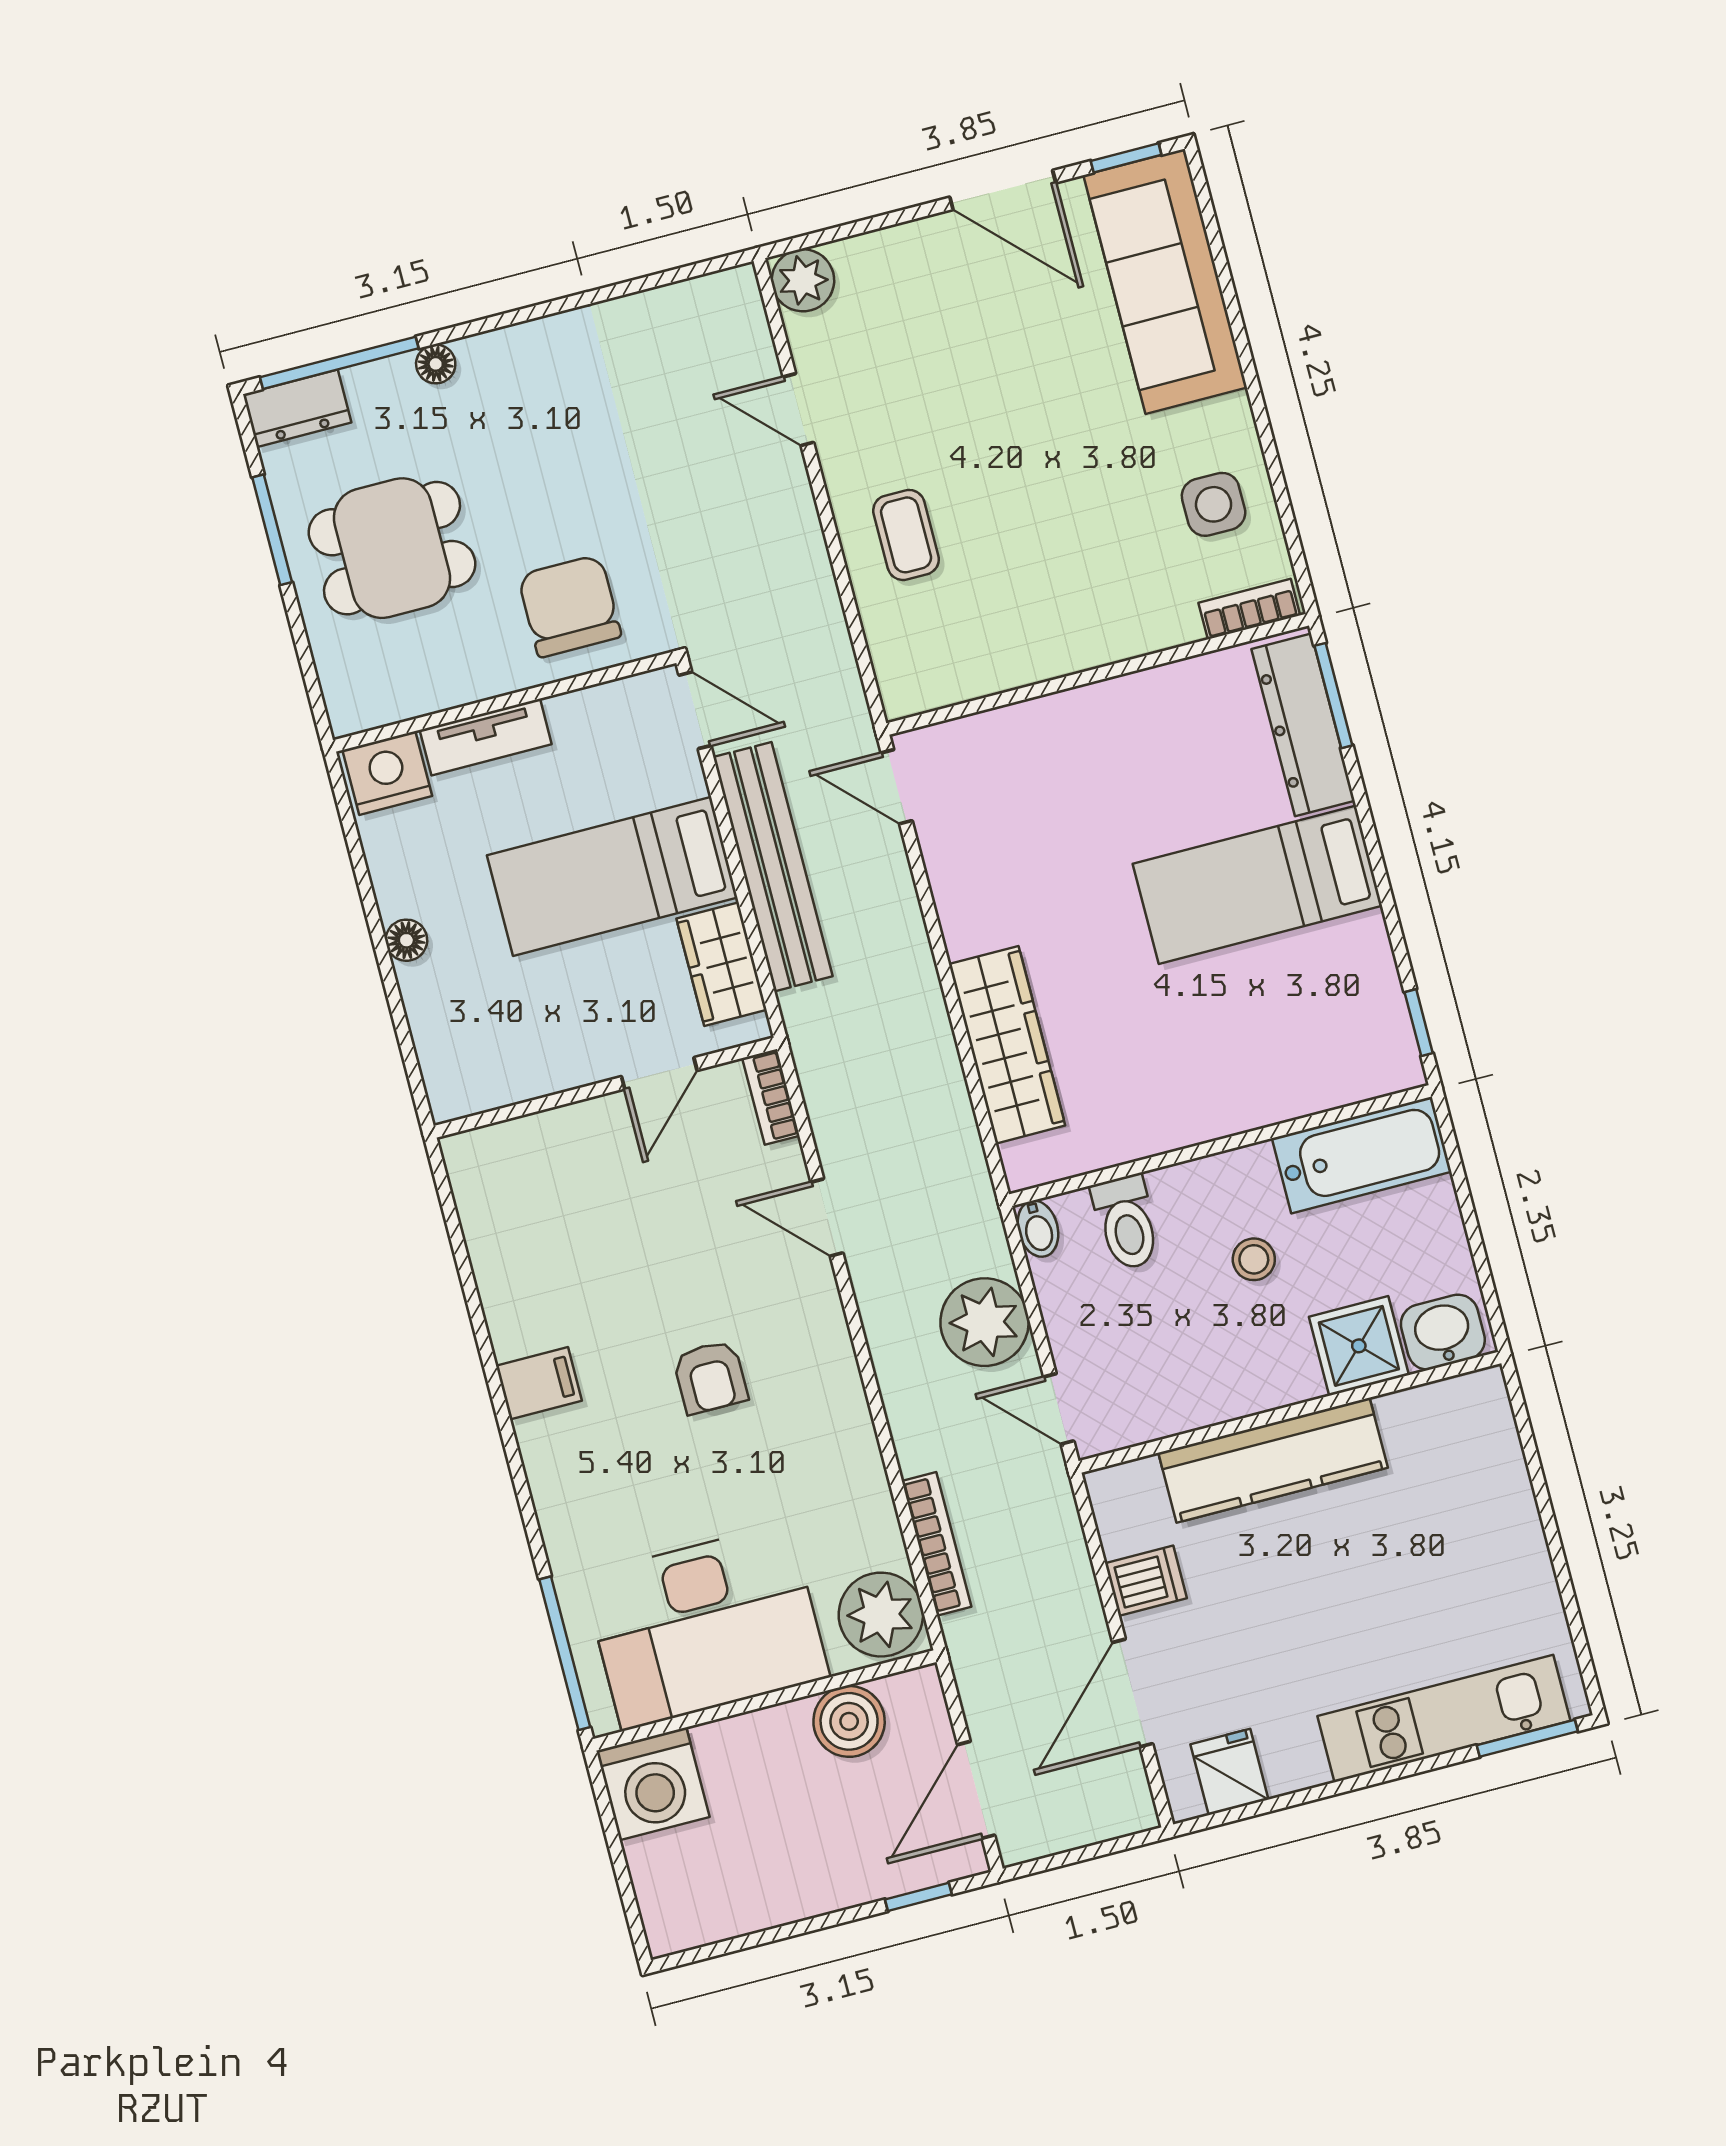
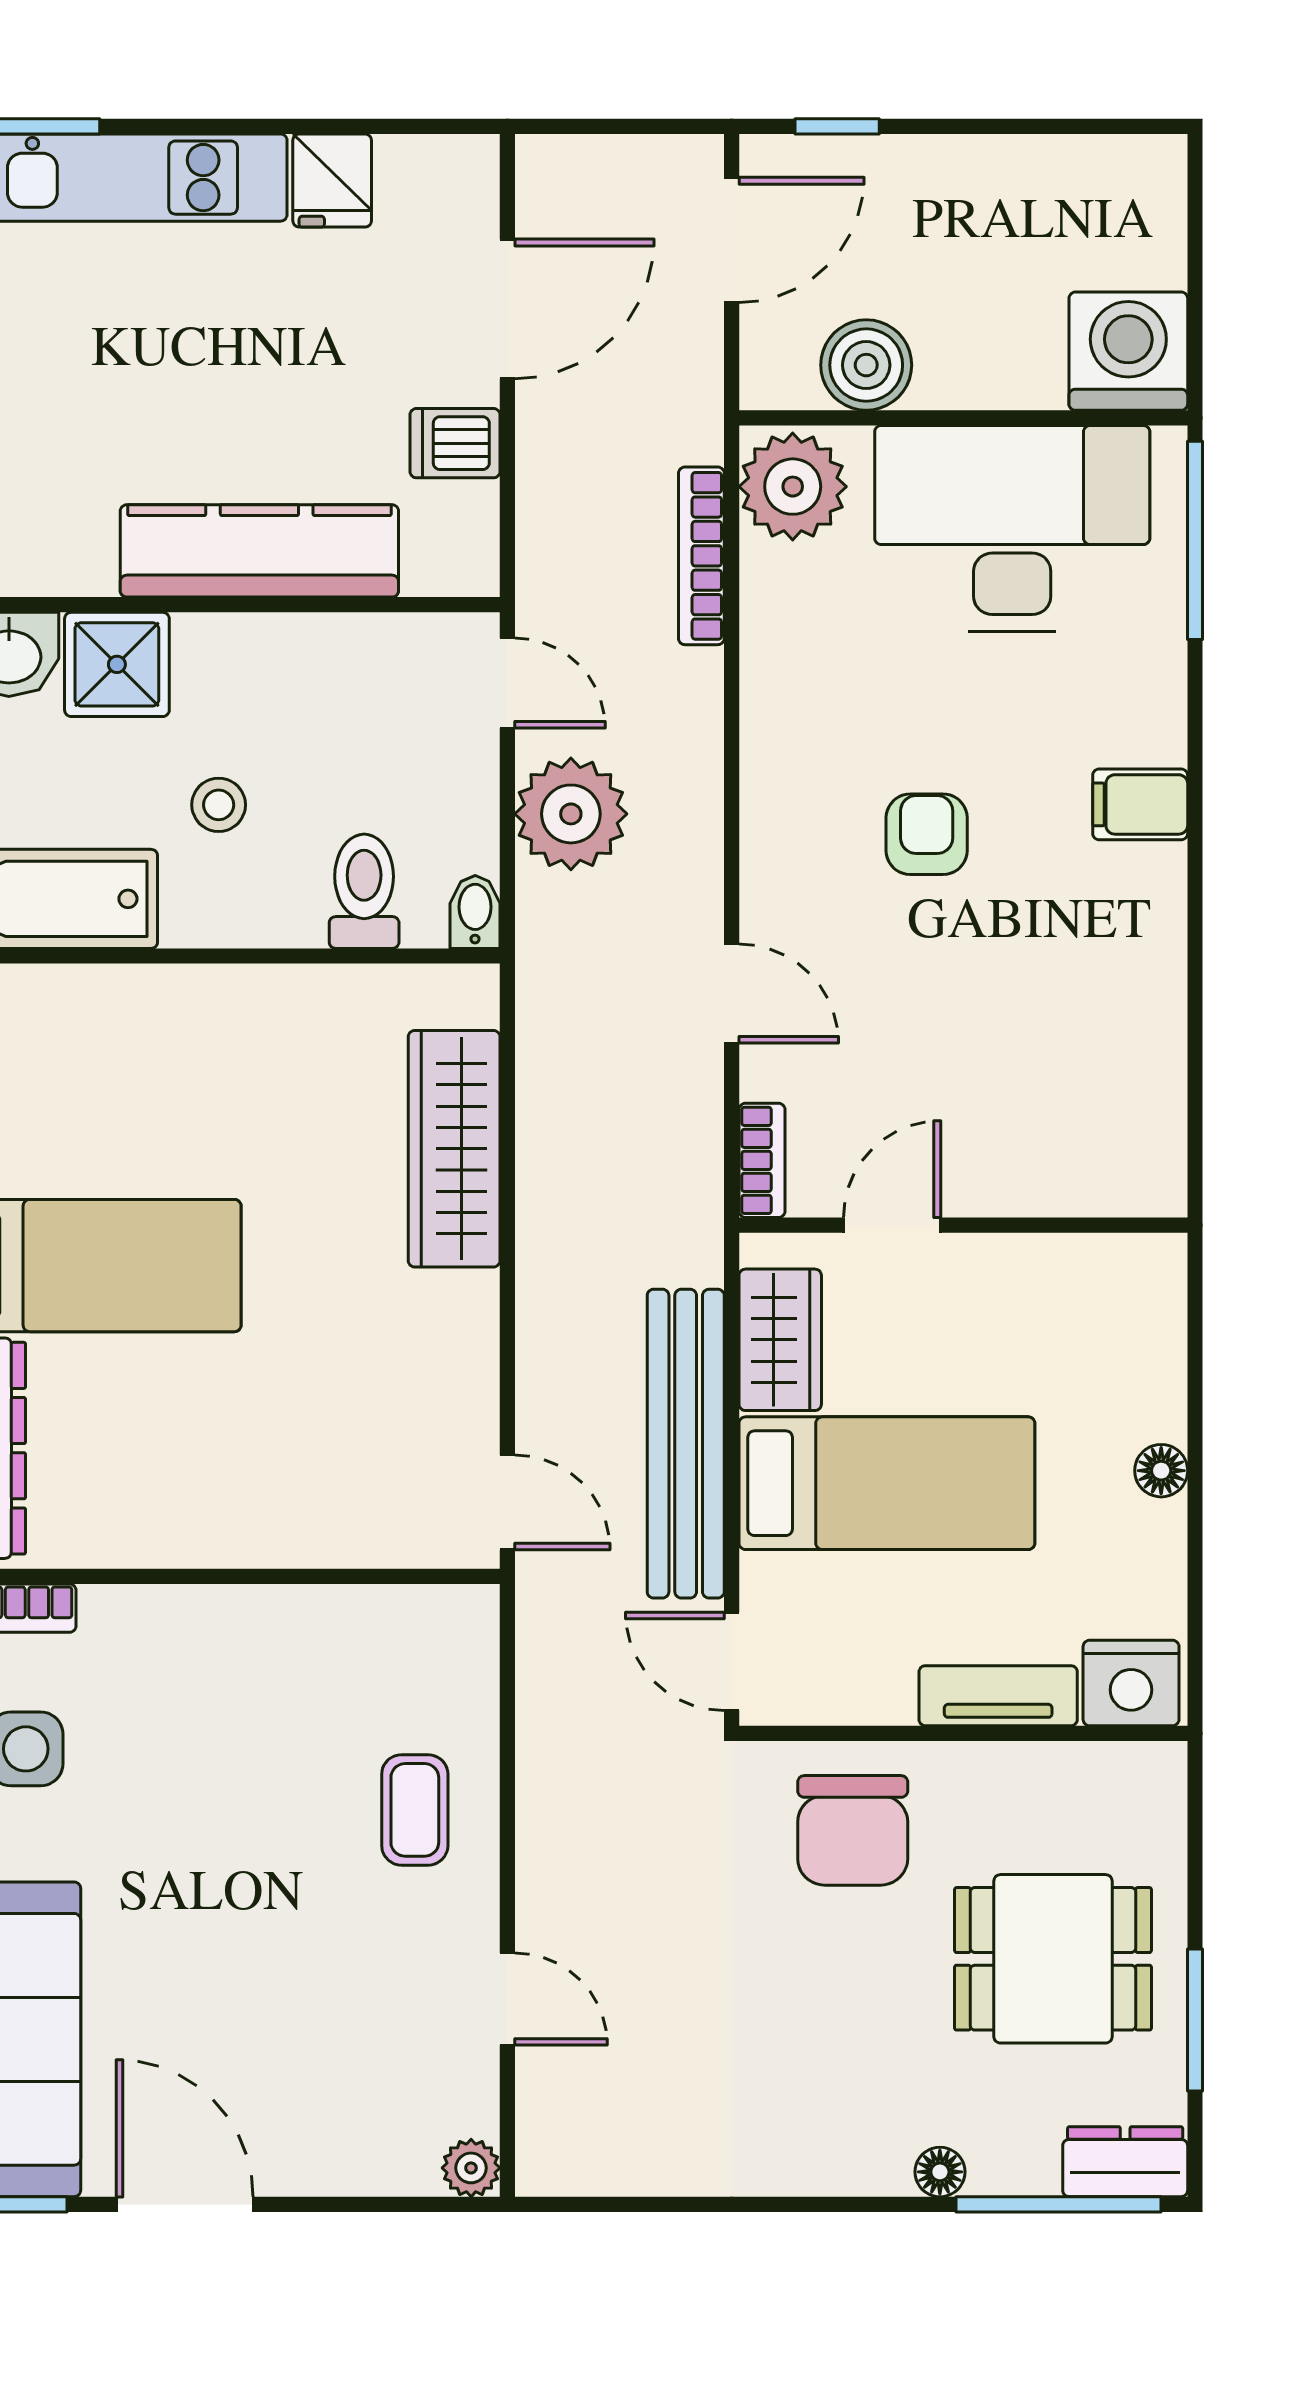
plant: (803, 280) -> (471, 2168), width x0.73, depth x0.73
filing cabinet: (539, 1383) -> (1140, 804), moved
fridge: (1229, 1772) -> (332, 181), moved

